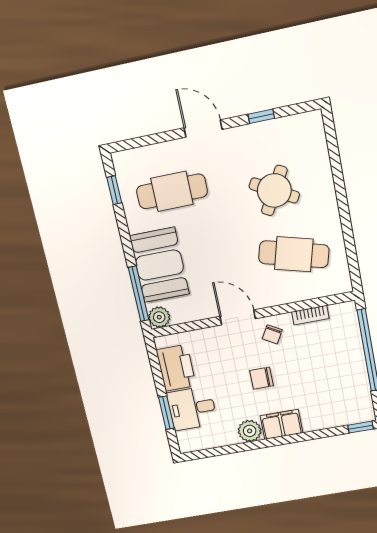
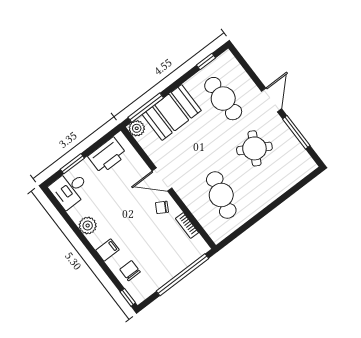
window: (261, 116) -> (296, 132), width x2.17
round table: (274, 190) -> (254, 148), moved
door: (238, 317) -> (162, 179), swing flipped
chair: (261, 378) -> (130, 271), moved
desk: (192, 408) -> (70, 189), moved, turned -90
filing cabinet: (281, 424) -> (107, 250), width x0.50

